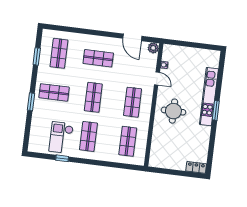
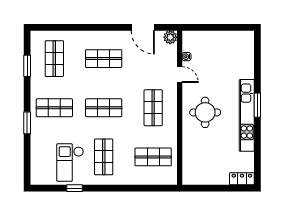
shop shelf: (93, 97) -> (104, 108), turned 90
kitchen unit: (209, 97) -> (247, 115), moved
shop shelf: (128, 141) -> (153, 157), turned 90

